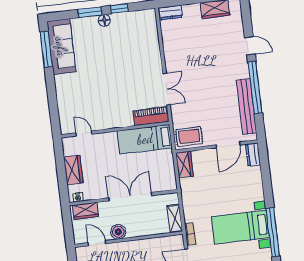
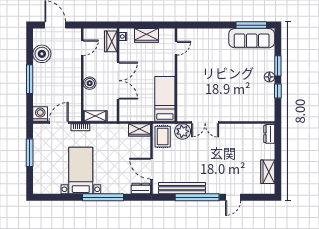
plant: (180, 114) -> (183, 131), added
piano: (151, 116) -> (184, 107), removed
boiler: (118, 232) -> (90, 83), moved
window: (273, 232) -> (103, 197), moved

